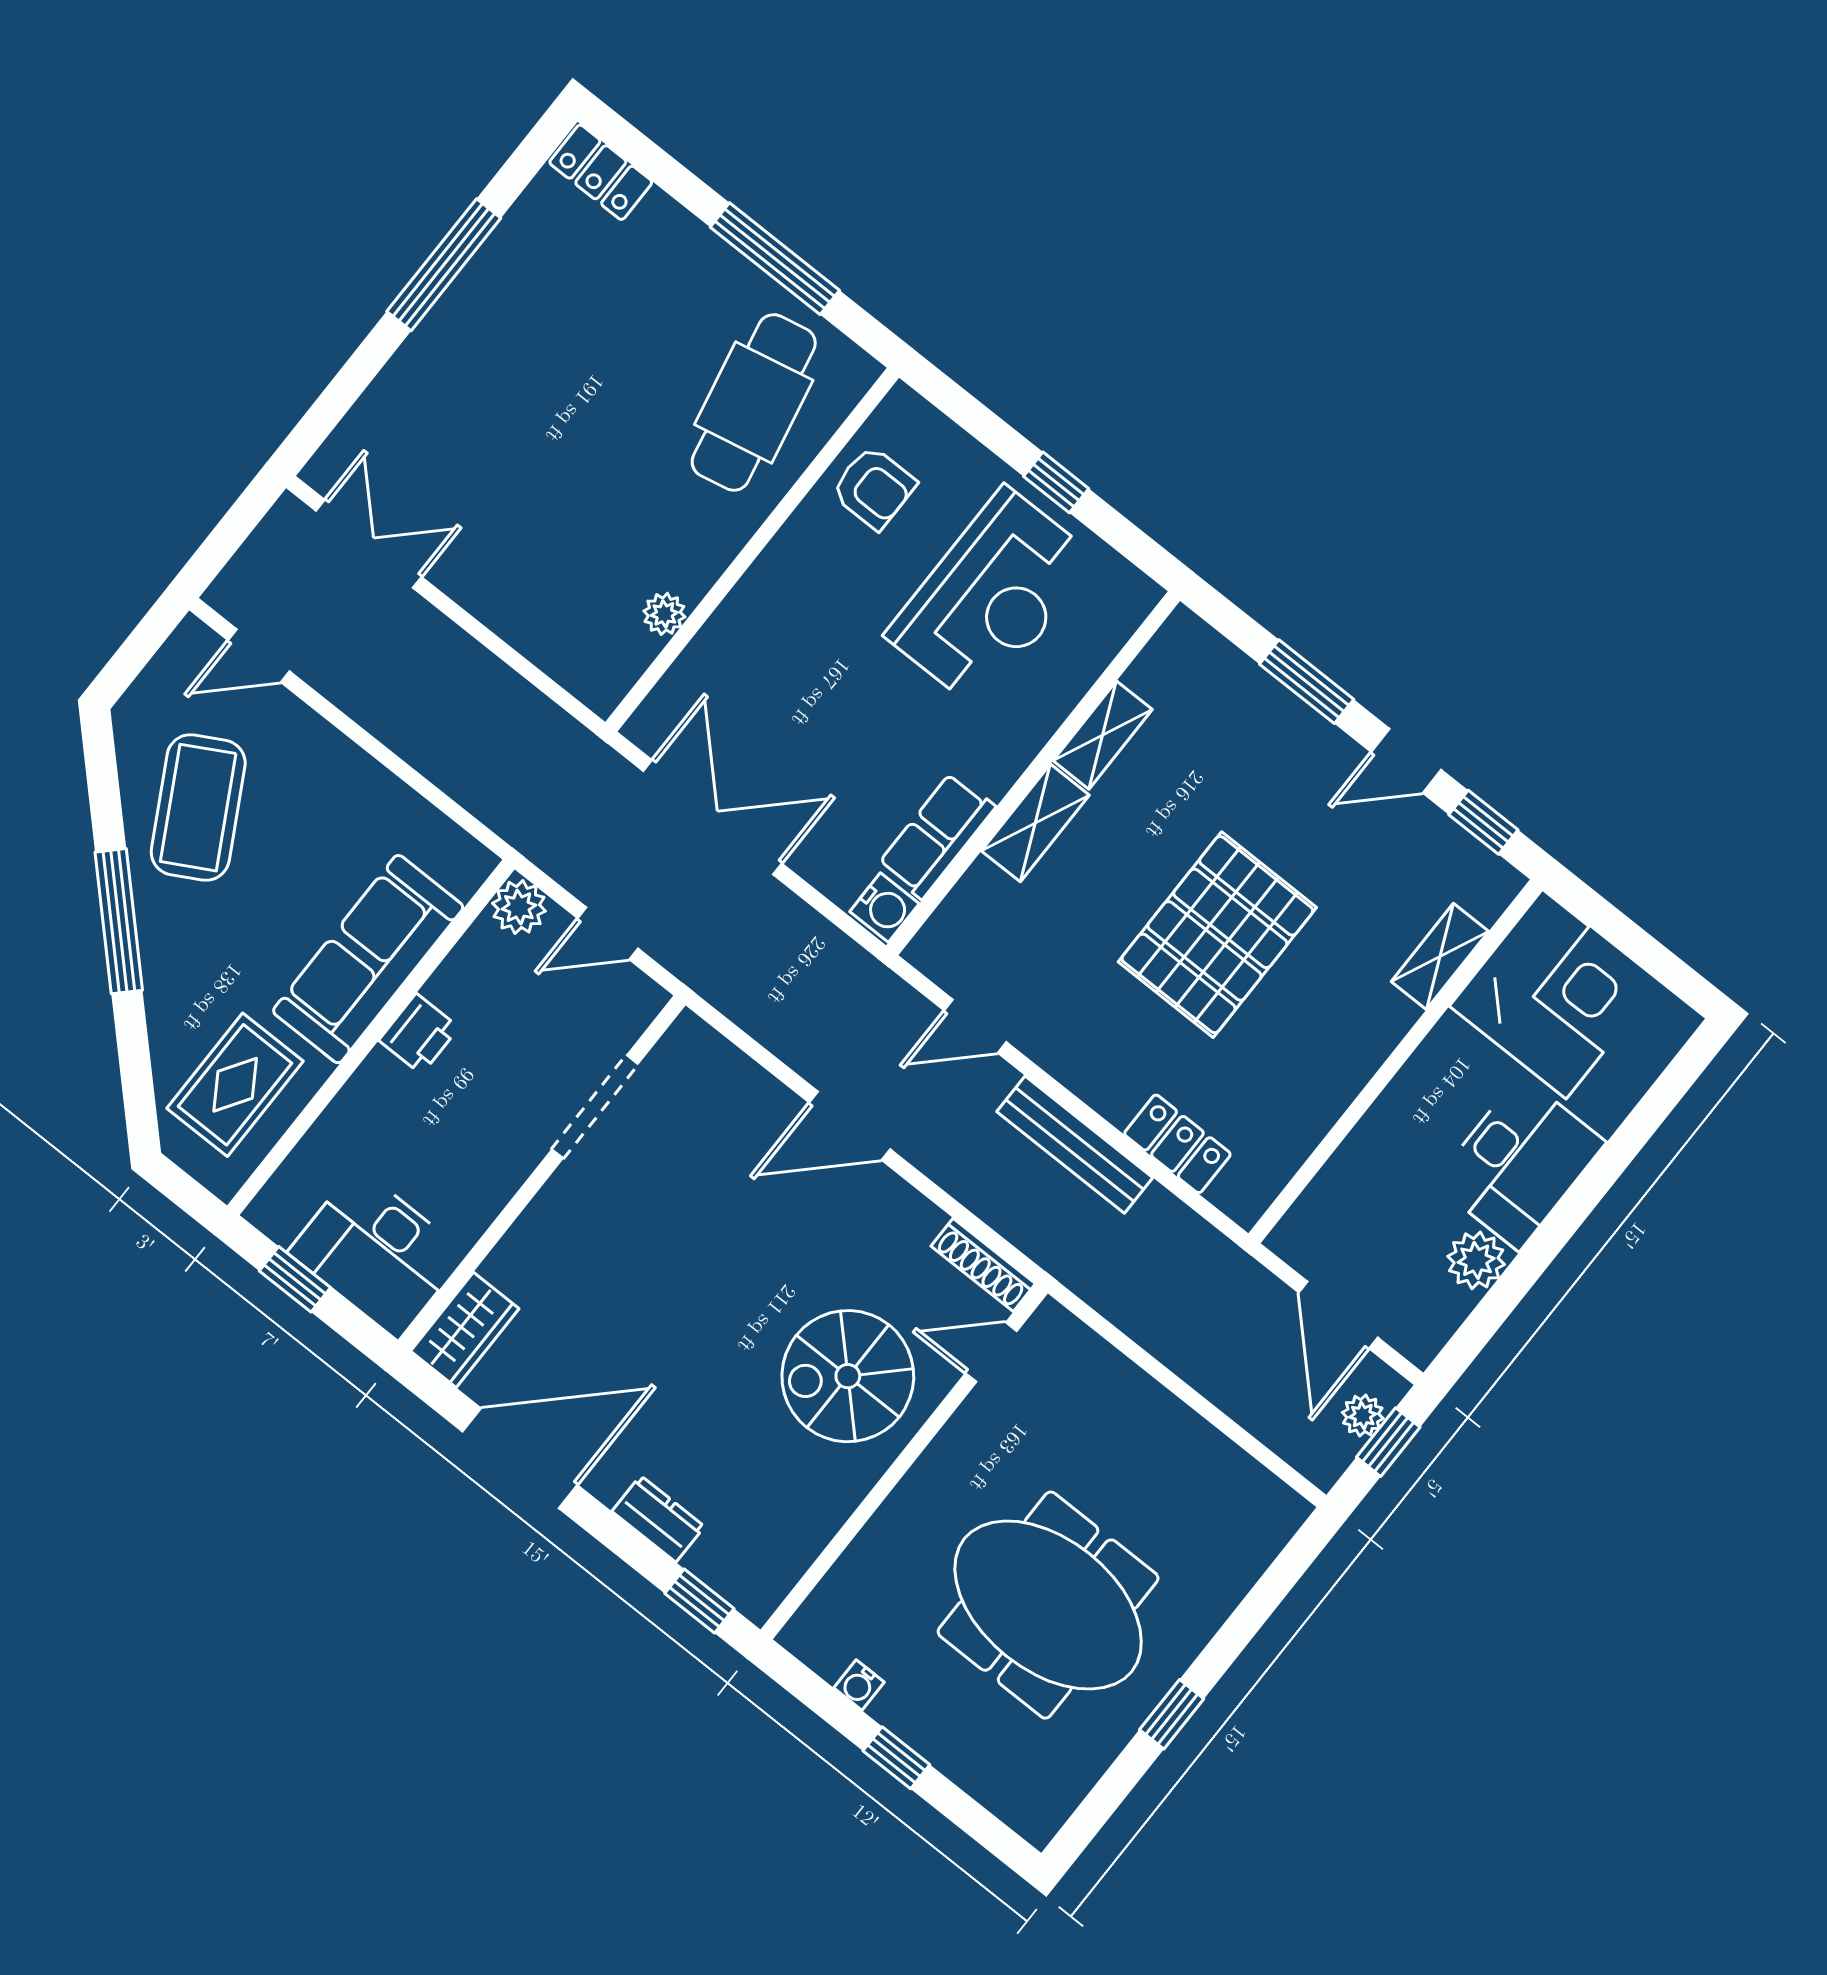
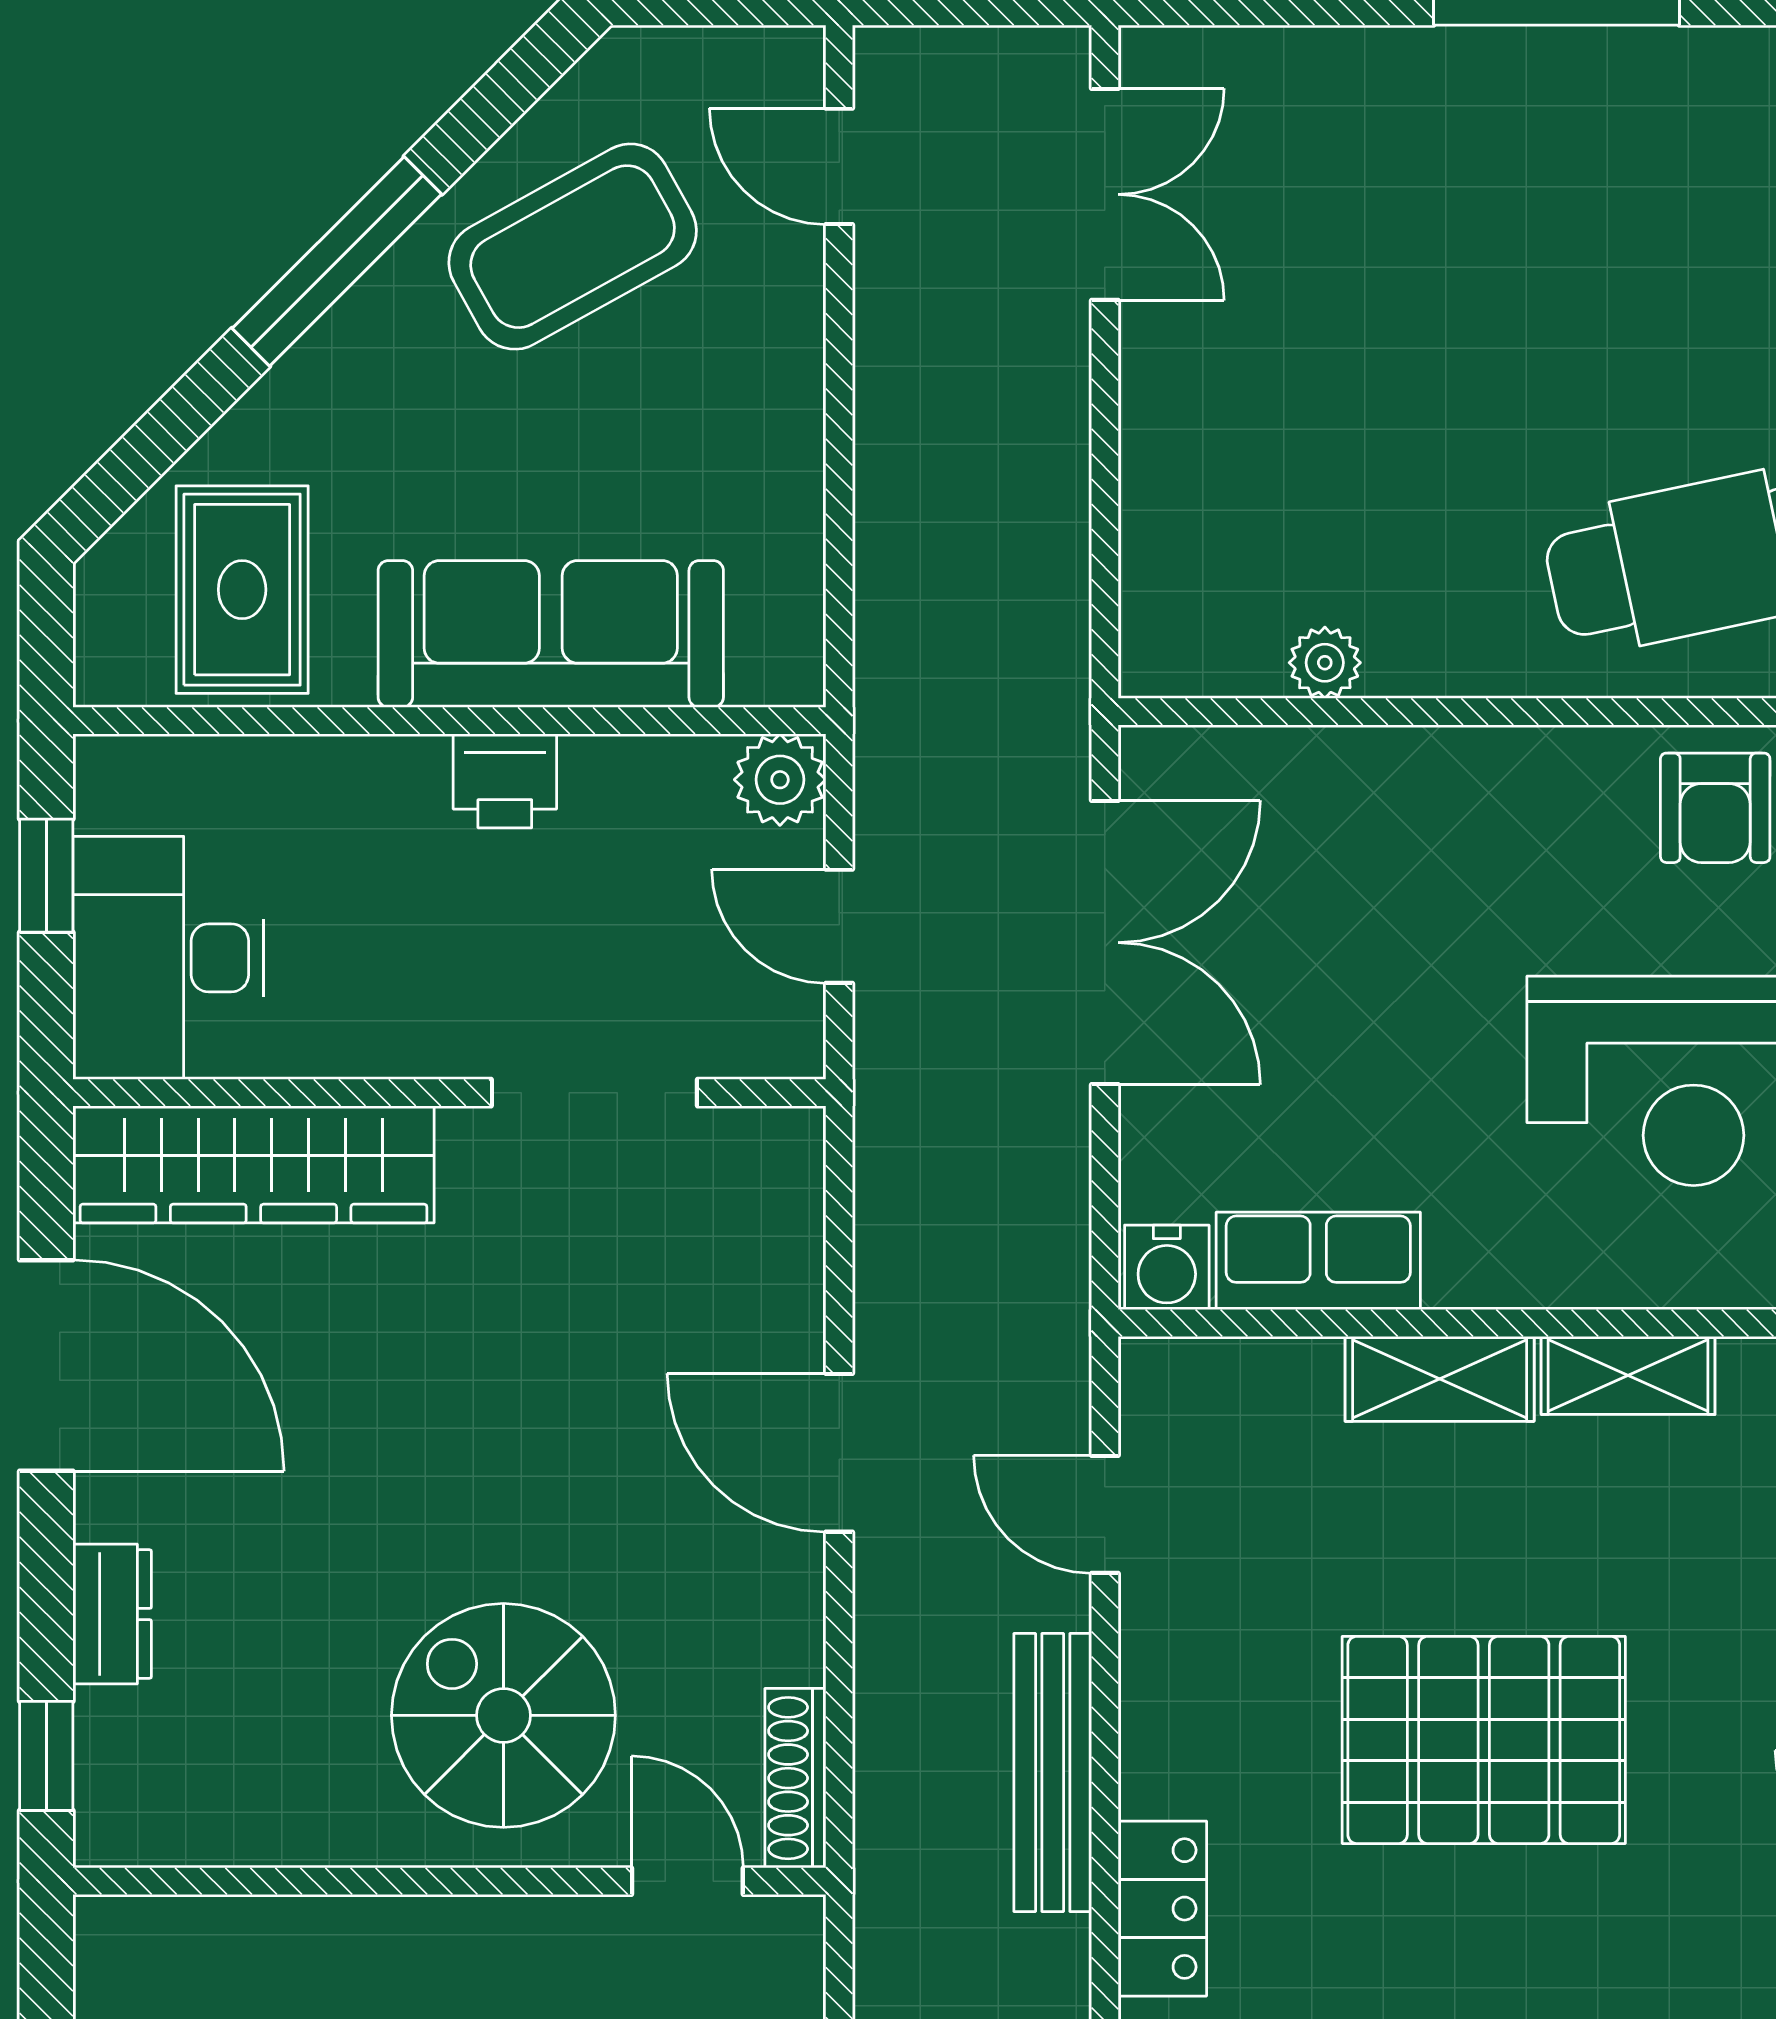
rug: (235, 1085) -> (242, 590), turned 90
wardrobe: (465, 1330) -> (253, 1164), width x2.10, depth x1.17

